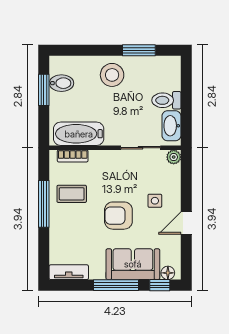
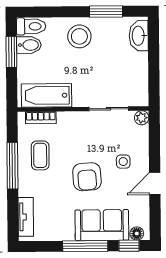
toilet: (166, 100) -> (31, 26), moved, turned 180
washbasin: (171, 126) -> (139, 36), moved
coffee table: (72, 194) -> (40, 155), turned 90
armchair: (118, 216) -> (87, 177), turned -94
tv unit: (69, 272) -> (26, 217), moved, turned 90

